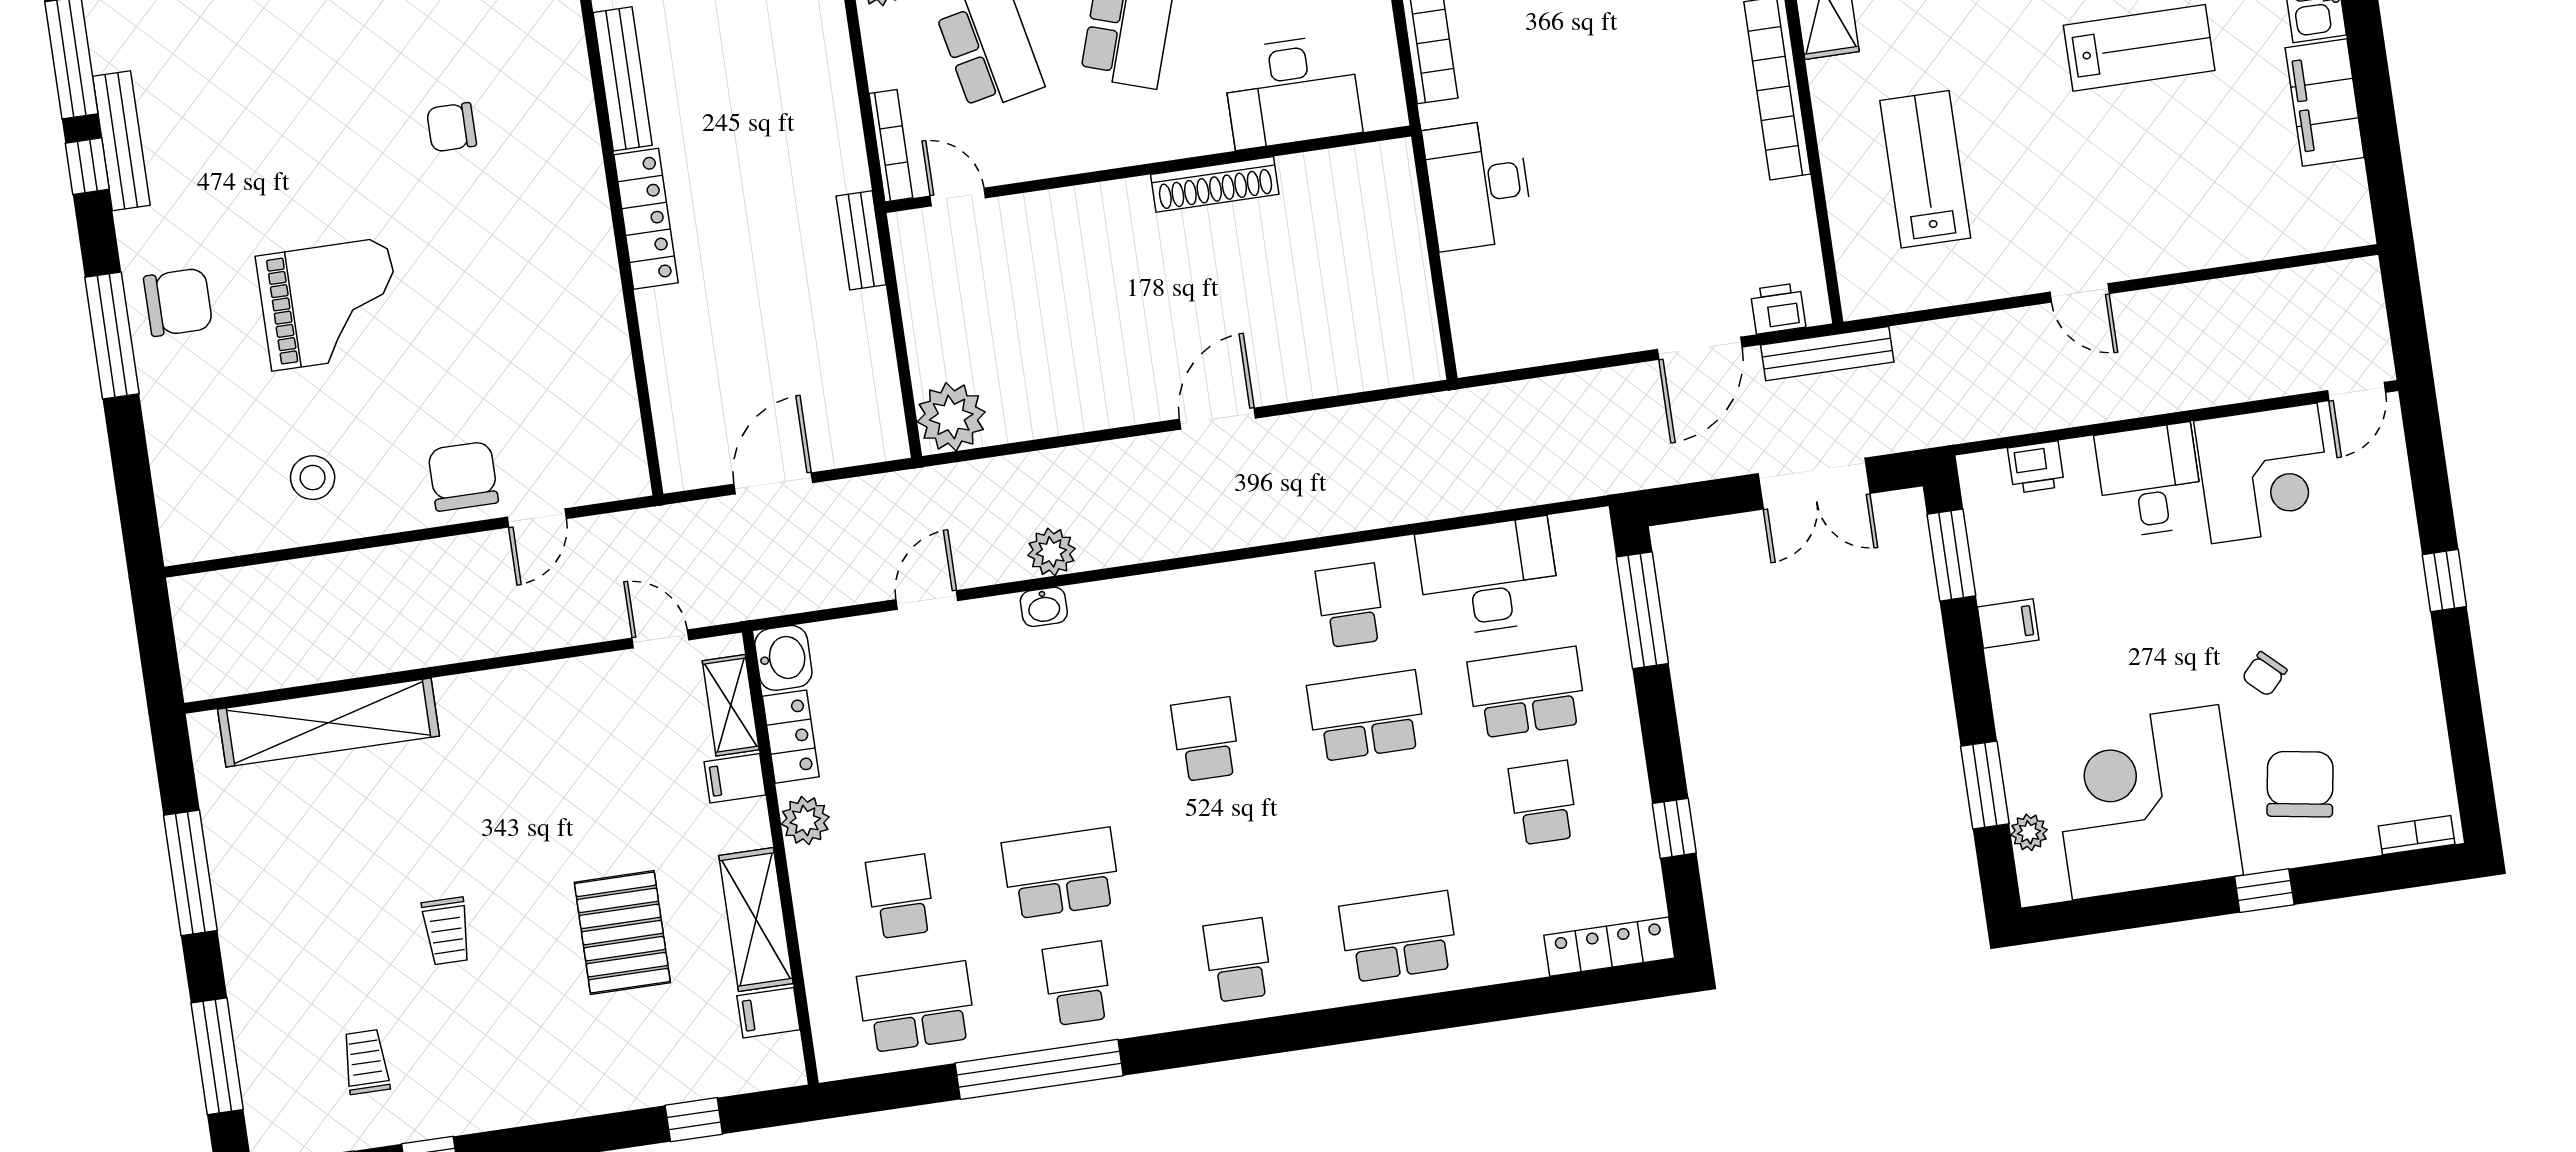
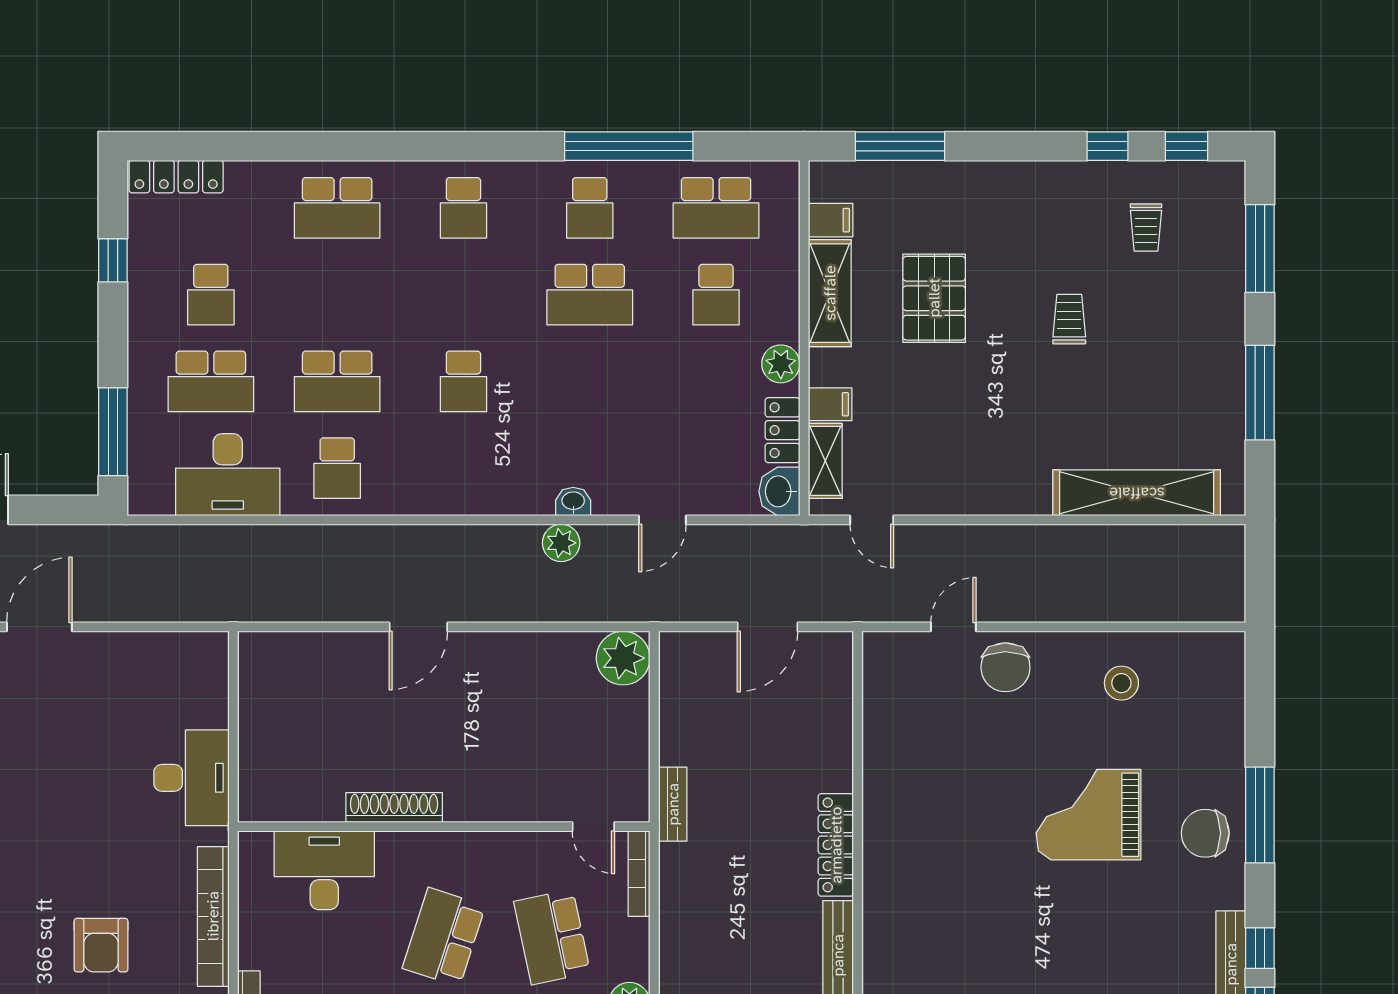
chair: (451, 127) -> (975, 937), removed
window: (694, 1120) -> (900, 146), width x2.17

